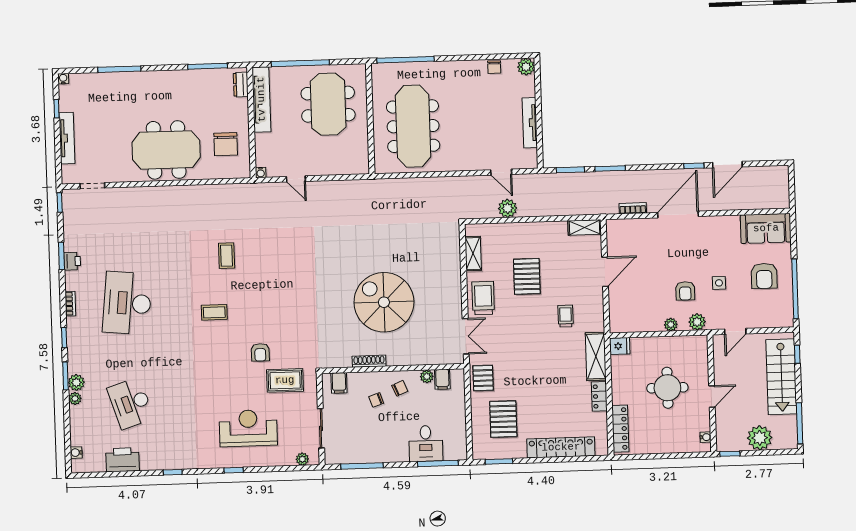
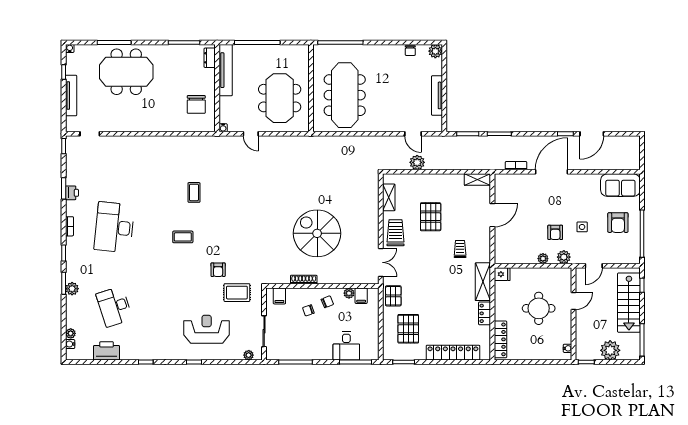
meeting table: (328, 104) -> (280, 98), moved
meeting table: (166, 150) -> (126, 72), moved
door: (712, 396) -> (574, 301), moved
plant: (75, 398) -> (71, 333), moved

